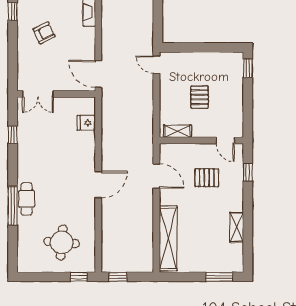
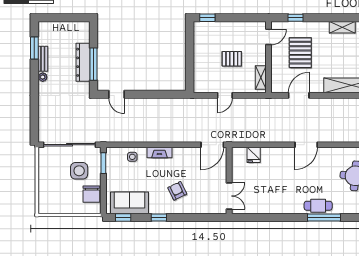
door: (156, 65) -> (225, 95), moved
window: (13, 135) -> (264, 217), removed
pallet: (207, 178) -> (300, 53), width x1.50, depth x1.42
door: (98, 185) -> (306, 145), swing flipped

